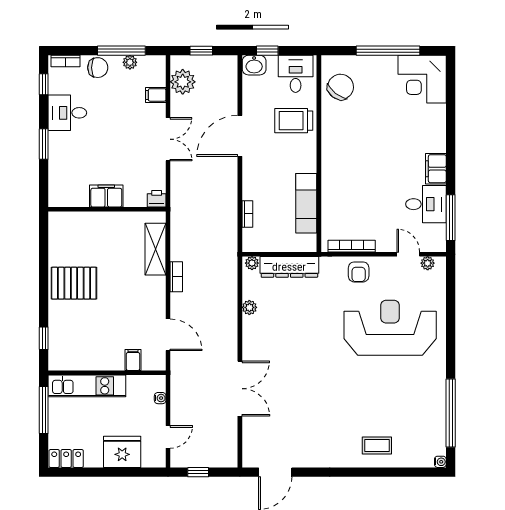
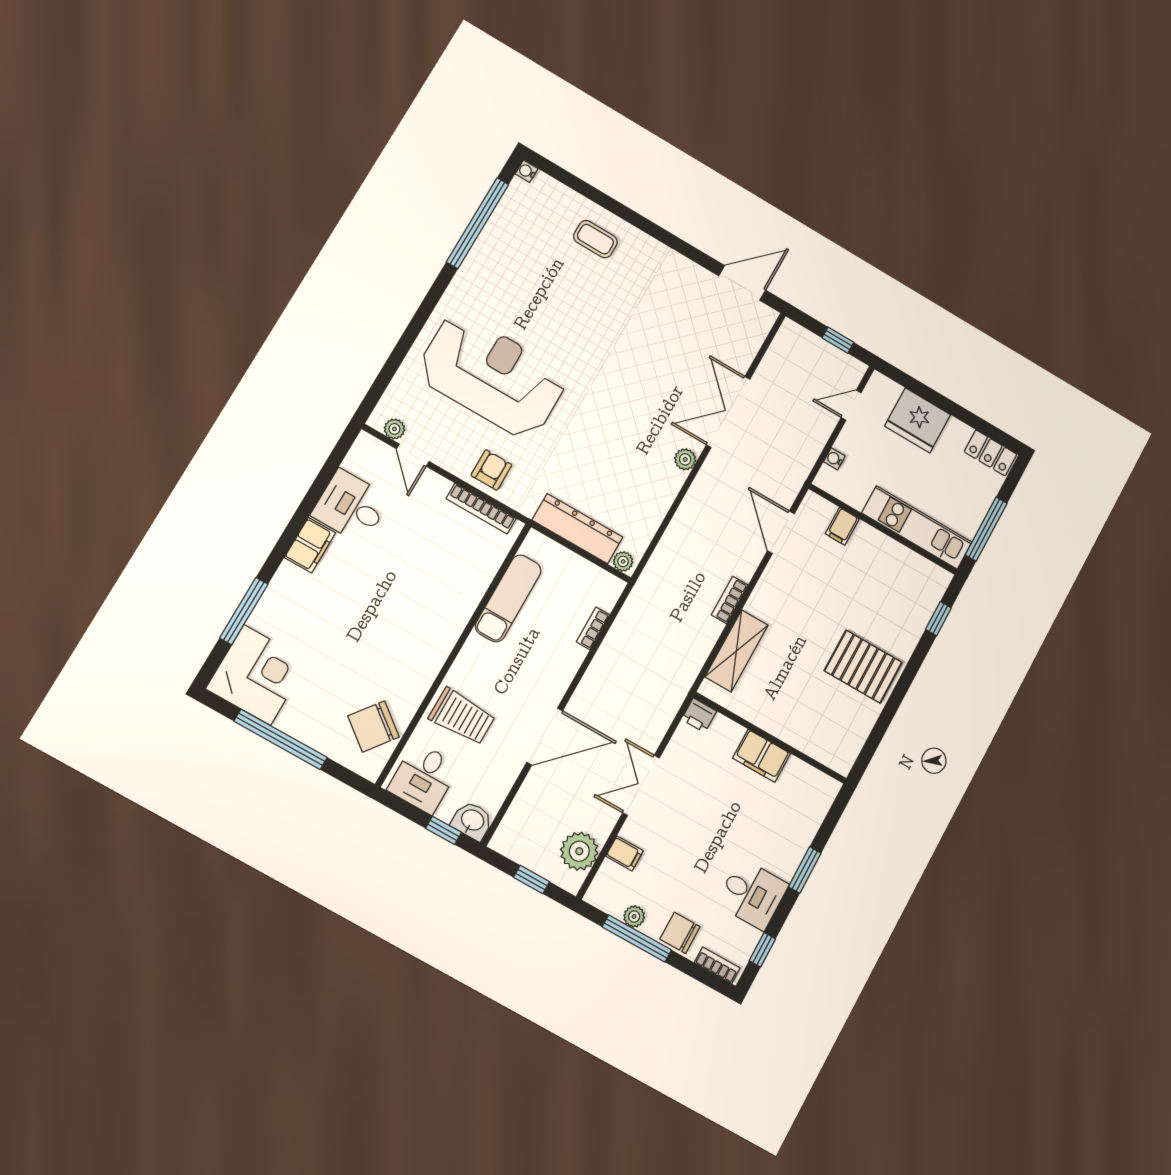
window: (451, 218) -> (244, 611), moved
plant: (249, 307) -> (685, 459), moved
reception desk: (390, 328) -> (492, 376), turned 180

